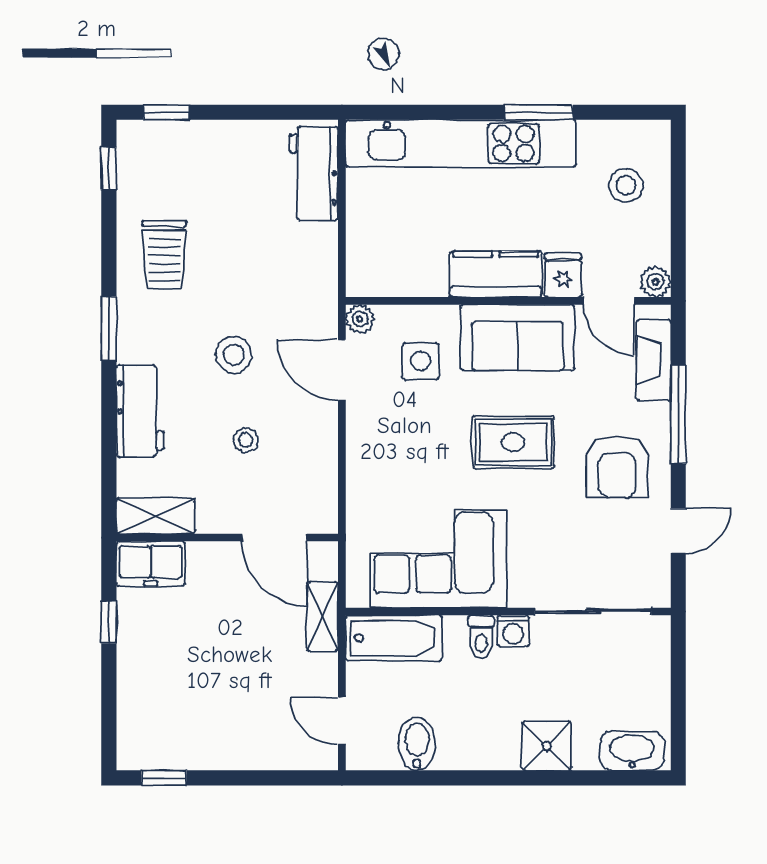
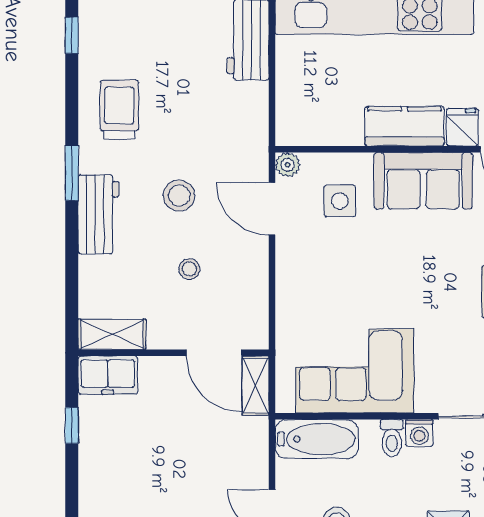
trolley: (164, 255) -> (119, 110), turned 180
workbench: (140, 411) -> (99, 214), moved
rug: (513, 442) -> (419, 271), removed
shelving: (323, 616) -> (256, 386), moved

